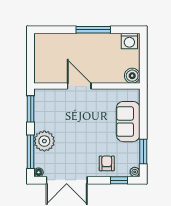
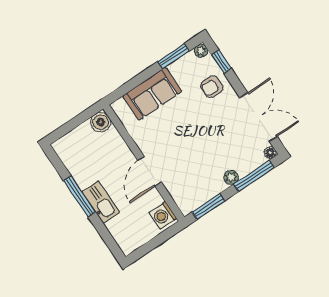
kitchen sink: (80, 41) -> (101, 202), added
washing machine: (129, 41) -> (163, 215), moved, turned 180
plant: (44, 141) -> (231, 177), width x0.53, depth x0.53

